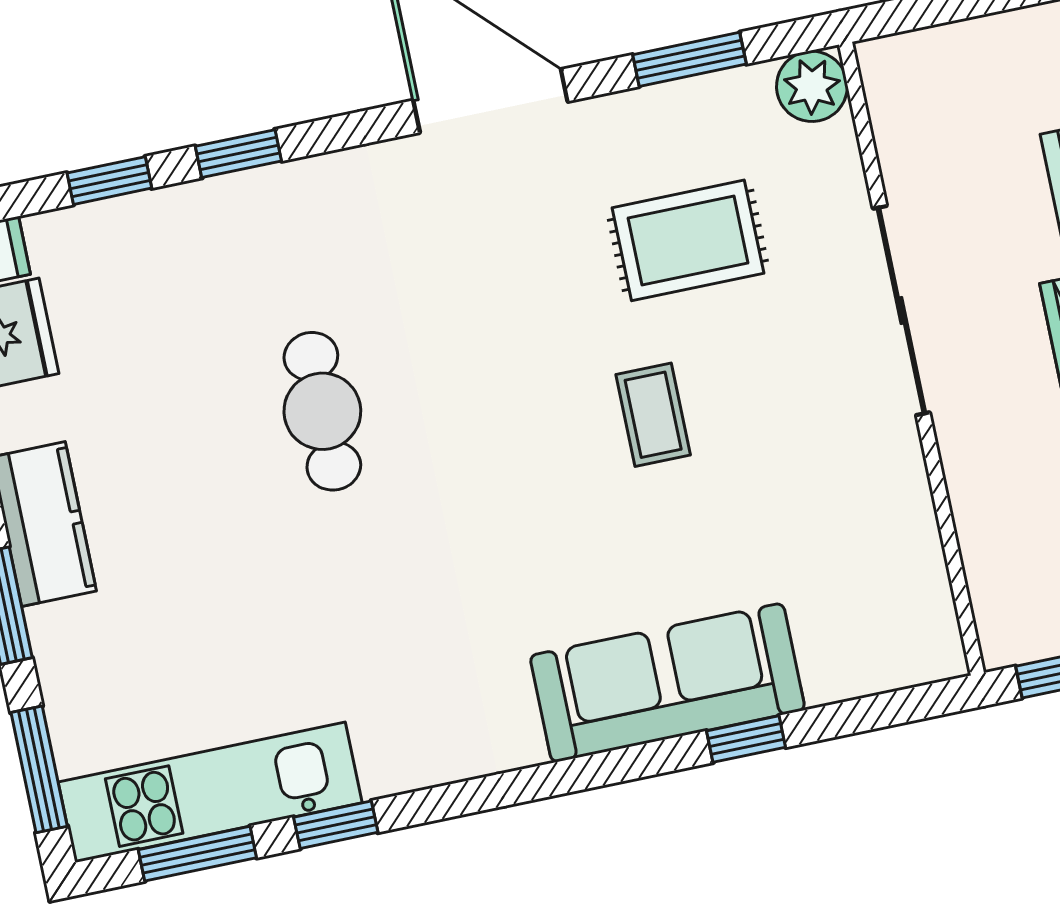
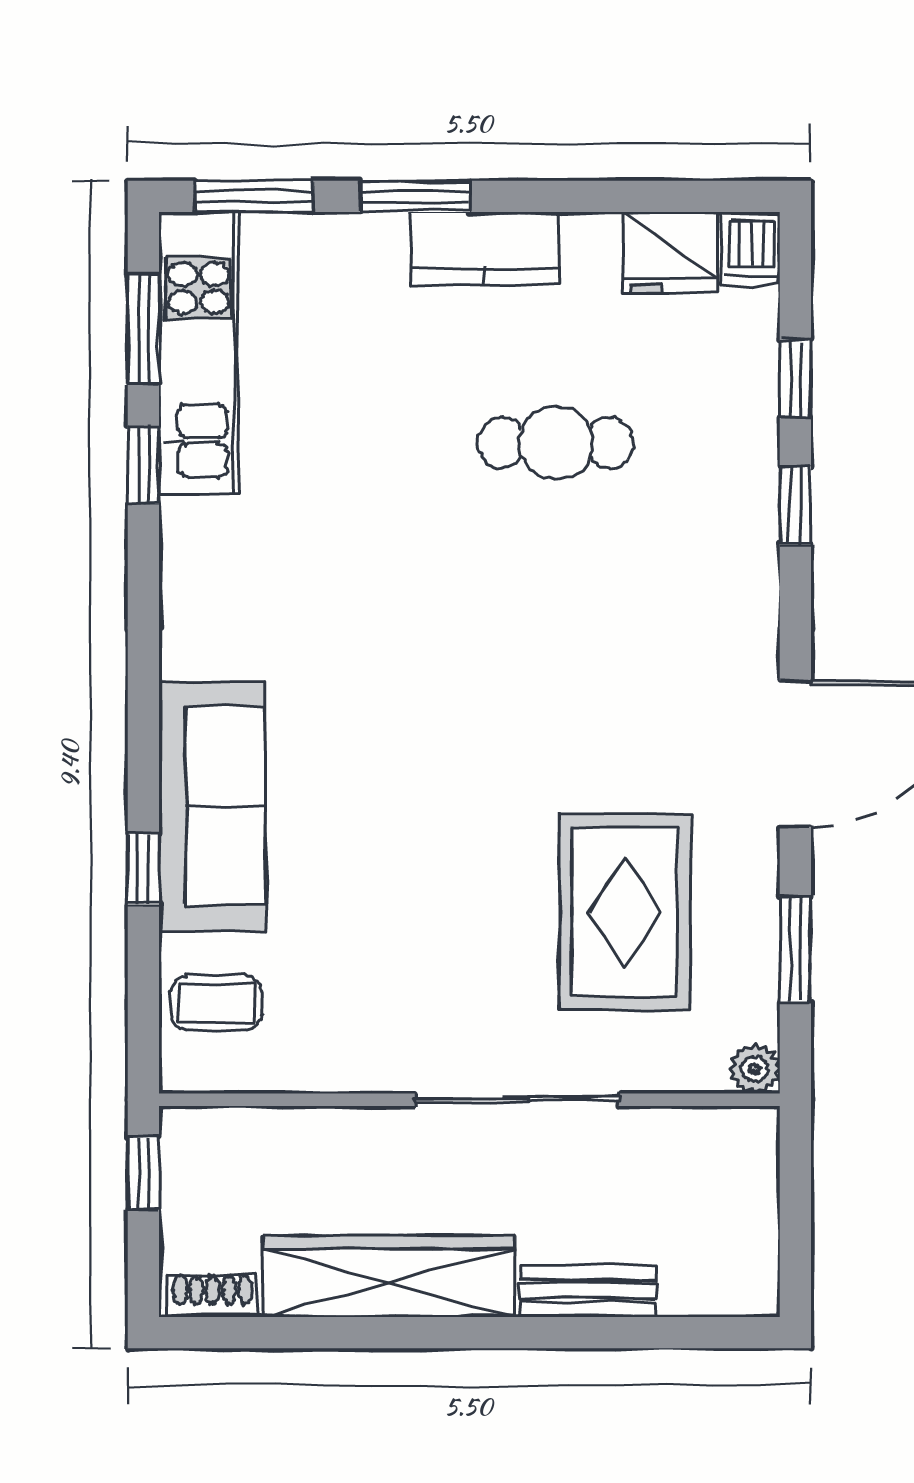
plant: (812, 86) -> (755, 1069), width x0.73, depth x0.73
rug: (688, 240) -> (625, 912), width x1.36, depth x1.43
cafe table: (322, 411) -> (555, 443), moved
coffee table: (653, 415) -> (216, 1003), moved

